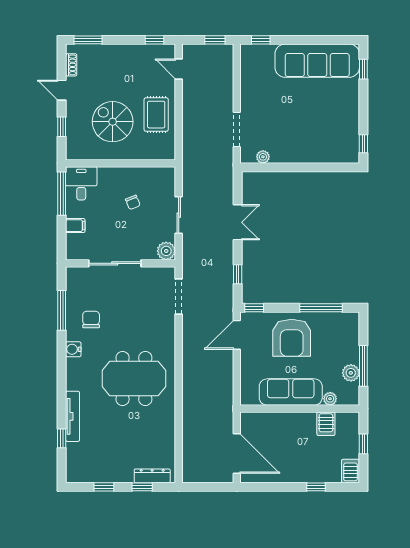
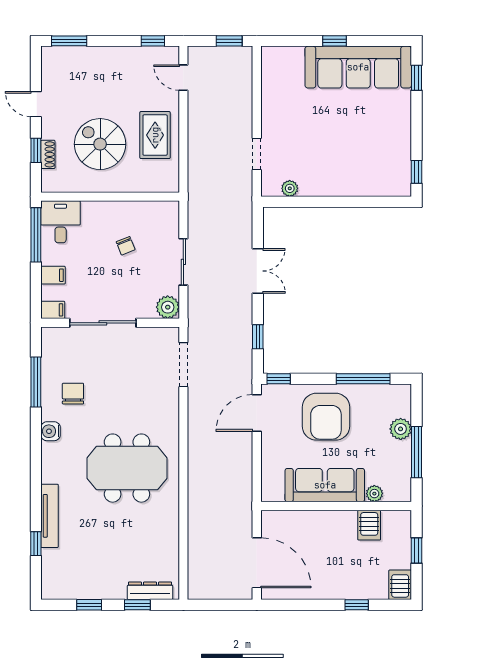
window: (261, 40) -> (334, 41), moved
shoe rack: (71, 65) -> (48, 154), moved
doorway: (237, 130) -> (257, 154), width x0.73
filing cabinet: (75, 253) -> (53, 310), added
plant: (351, 373) -> (401, 429), moved

